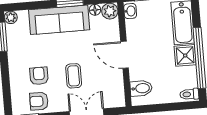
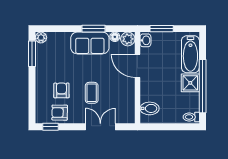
sofa: (59, 20) -> (90, 43), width x0.73
door: (125, 55) -> (137, 66), moved

